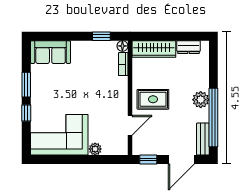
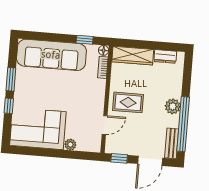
sofa: (51, 52) -> (51, 55), width x1.85, depth x1.27

